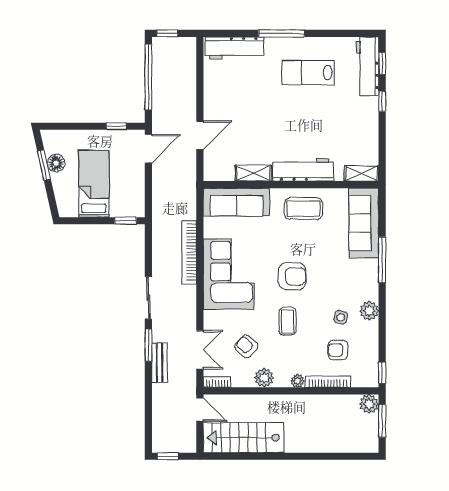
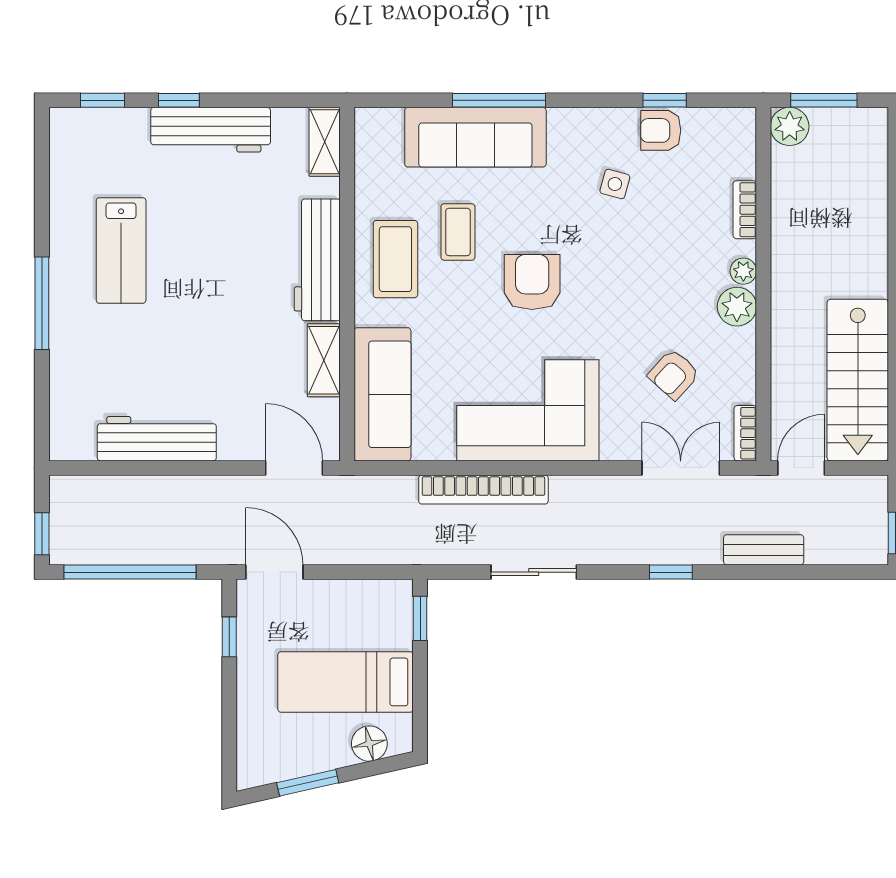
workbench: (235, 48) -> (157, 439), moved, turned -90
workbench: (368, 66) -> (211, 130), moved
door: (200, 135) -> (294, 468), moved
floor lamp: (56, 163) -> (369, 744), moved
sofa: (364, 223) -> (475, 137), moved
sliding door: (148, 298) -> (534, 572), moved
plant: (369, 311) -> (602, 126), removed
coffee table: (288, 321) -> (458, 232), moved, turned 90
window: (148, 345) -> (671, 572), width x0.67
armchair: (338, 350) -> (661, 130), moved, turned 90
bench: (159, 363) -> (764, 550), moved
window: (382, 373) -> (665, 100), moved
plant: (264, 378) -> (737, 307), moved
bookcase: (328, 382) -> (745, 210), width x0.64

